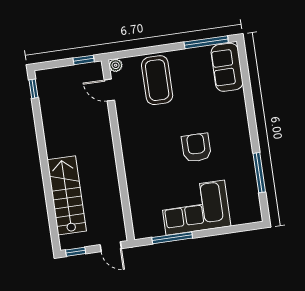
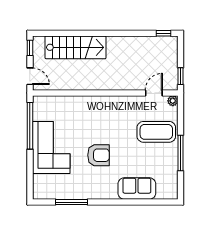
window: (206, 42) -> (181, 153), moved
sofa: (227, 67) -> (137, 189), moved
window: (172, 238) -> (30, 126), width x1.46
door: (111, 247) -> (30, 76), swing flipped

